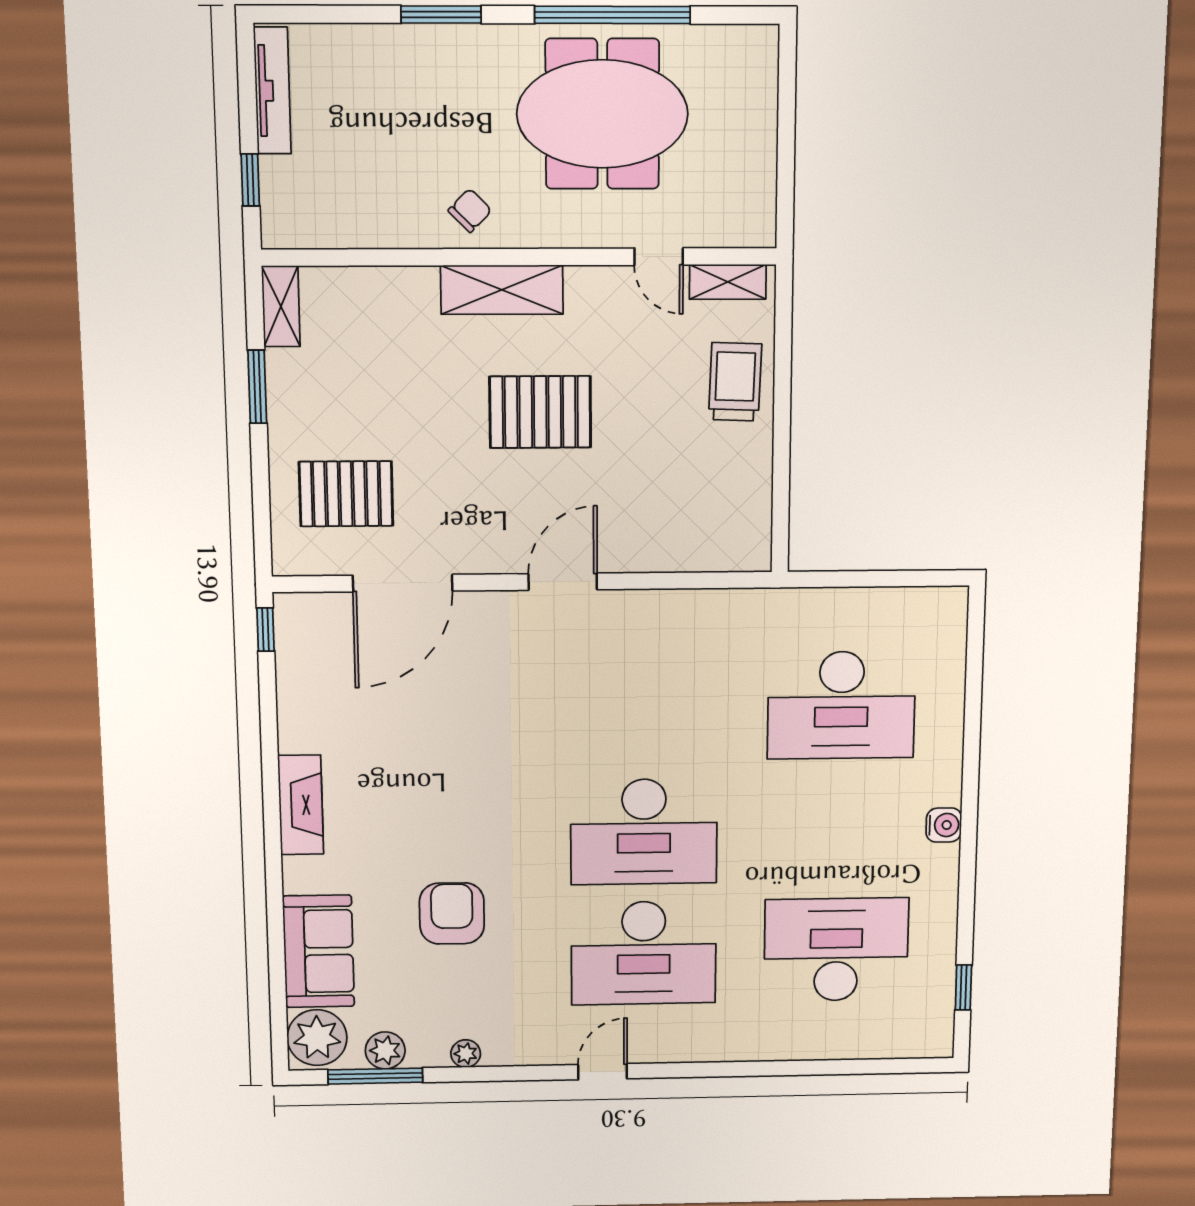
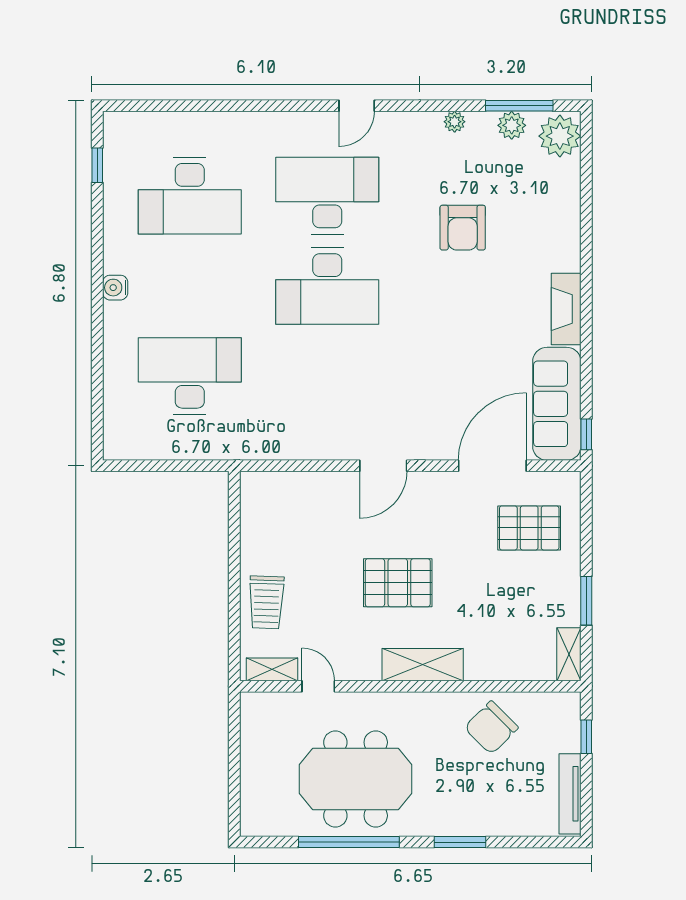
chair: (470, 210) -> (491, 728), moved, width x1.87, depth x1.87
desk: (644, 832) -> (327, 286), turned 180
sofa: (319, 951) -> (557, 404), moved, width x1.36

